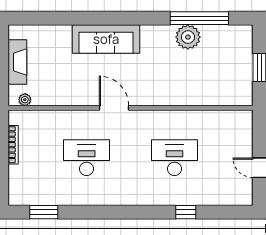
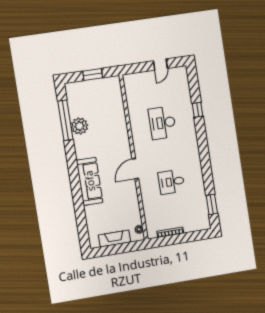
desk: (87, 158) -> (171, 182), width x0.73

